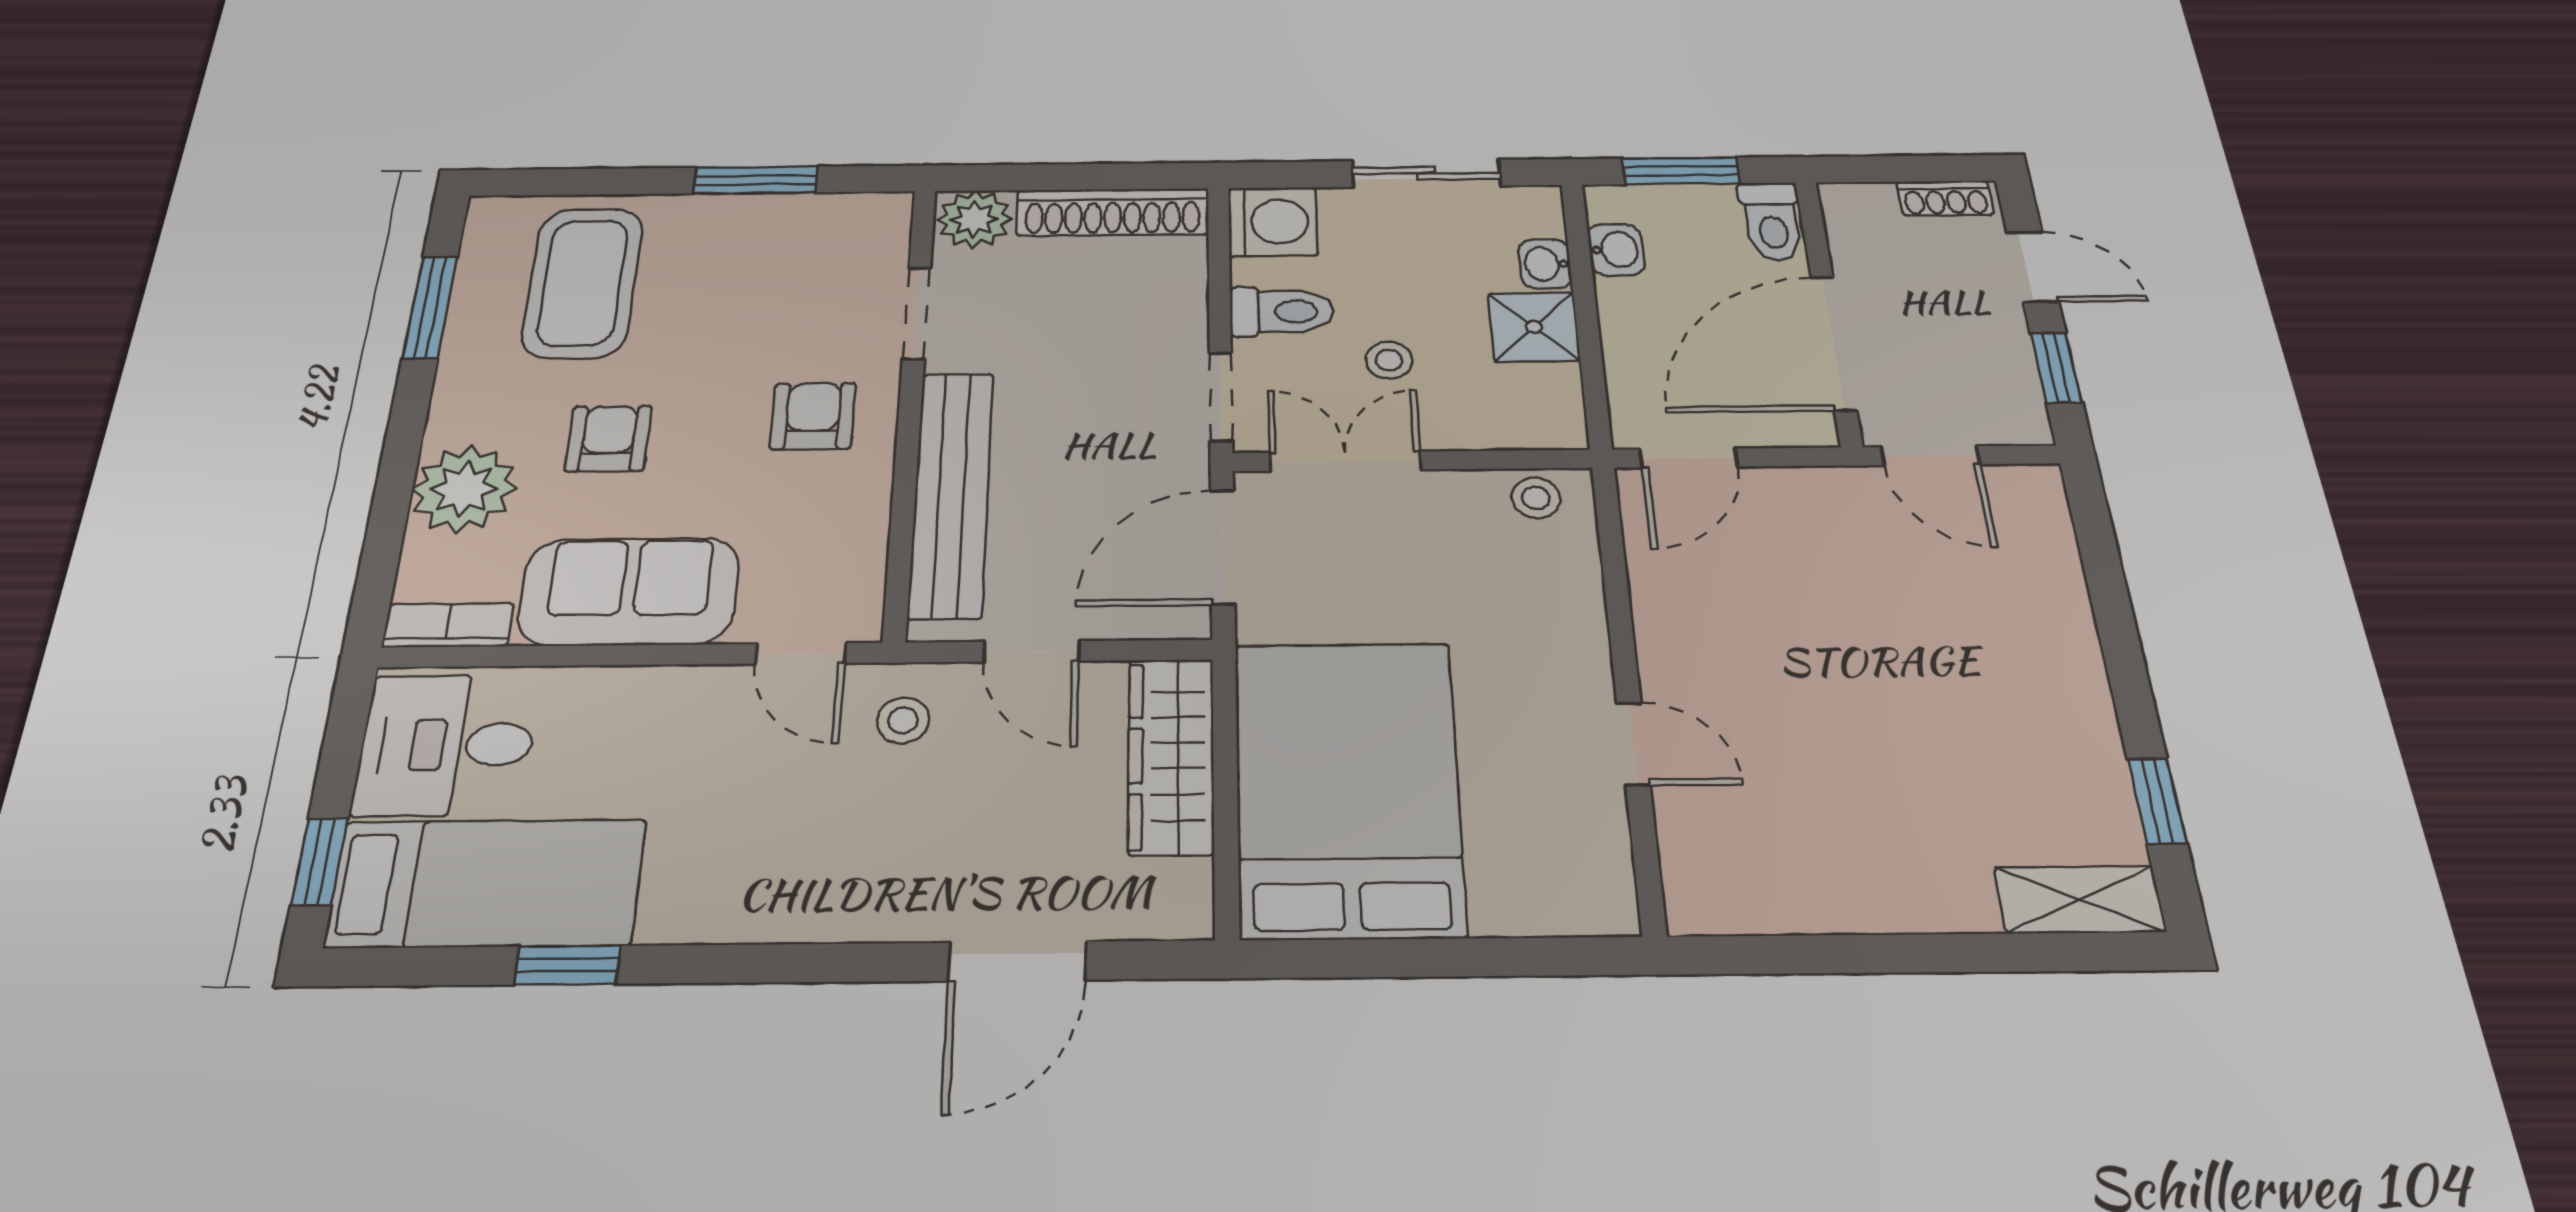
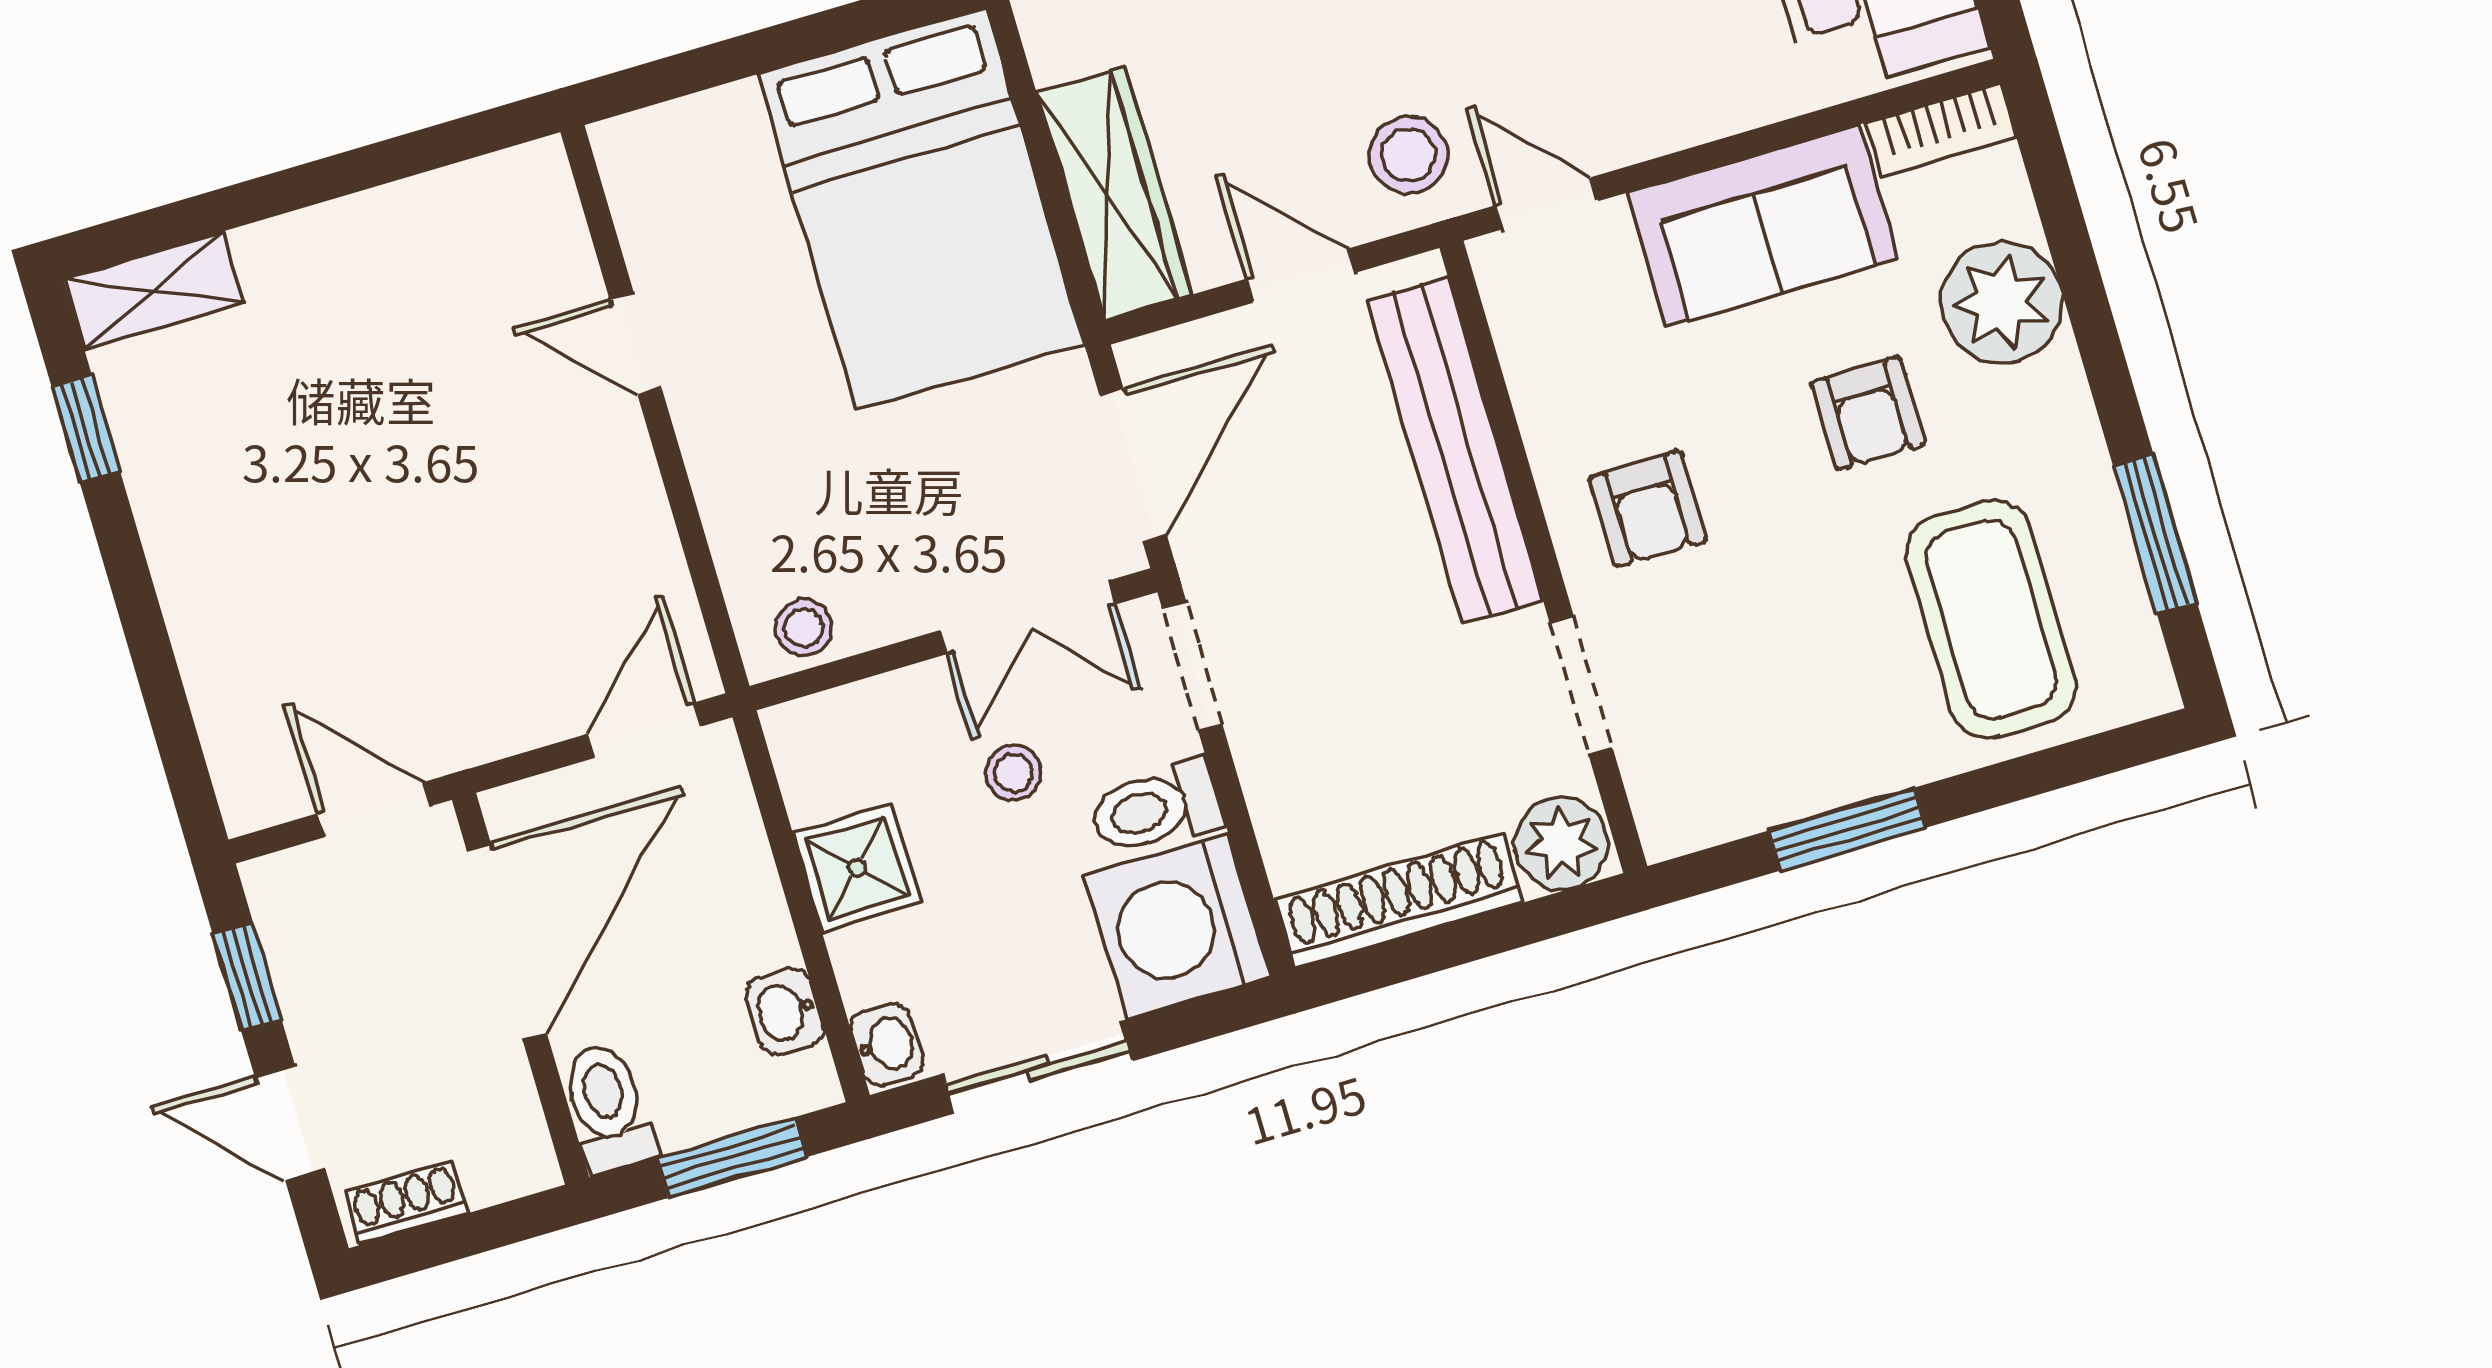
washing machine: (1273, 222) -> (1178, 926), width x1.37, depth x1.37
washbasin: (1545, 264) -> (887, 1044), moved
stool: (903, 720) -> (1408, 155), width x1.37, depth x1.37

